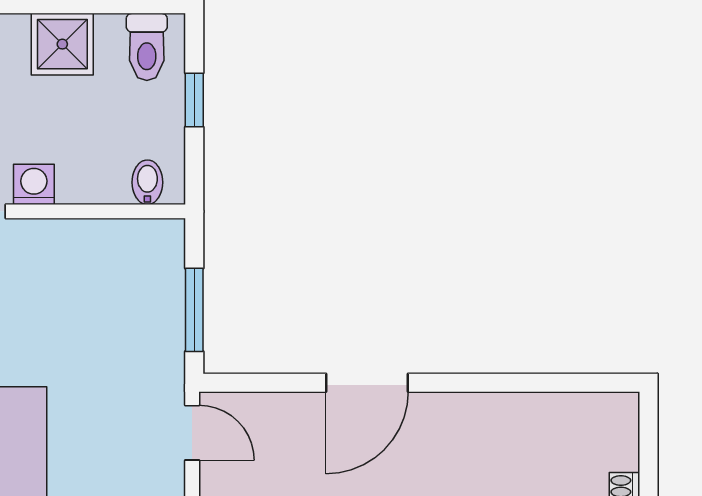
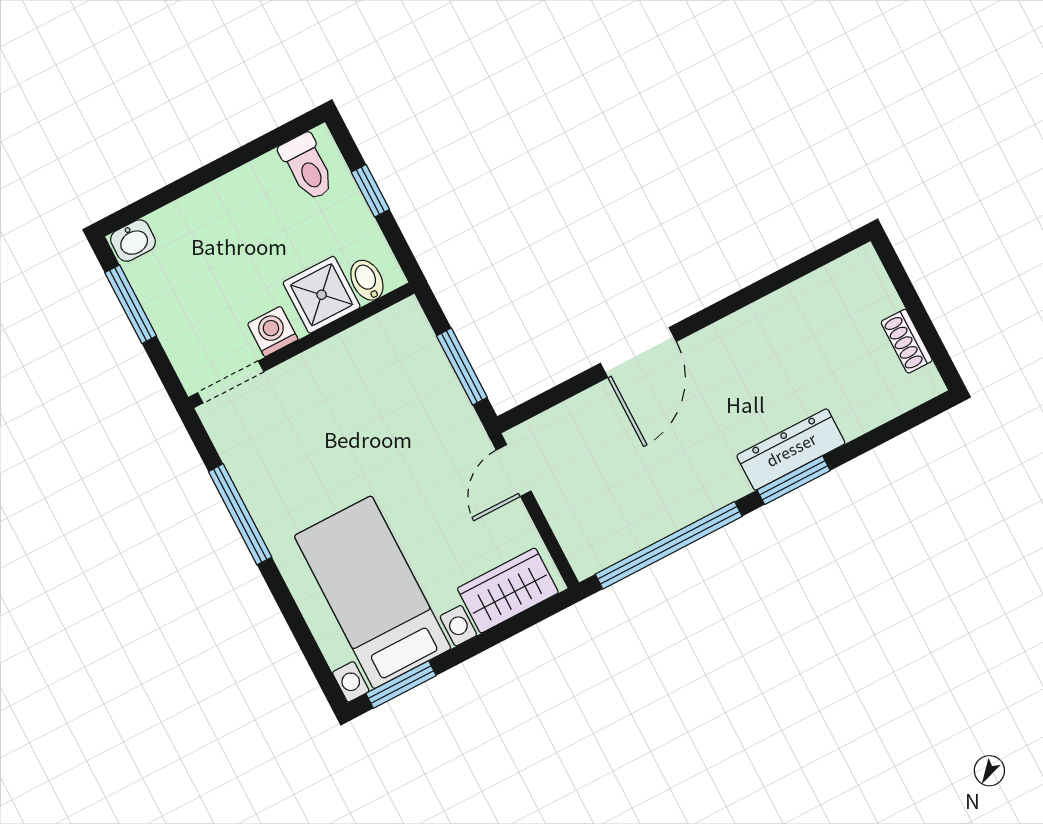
shower: (62, 44) -> (322, 295), moved
door: (192, 433) -> (514, 471), swing flipped

